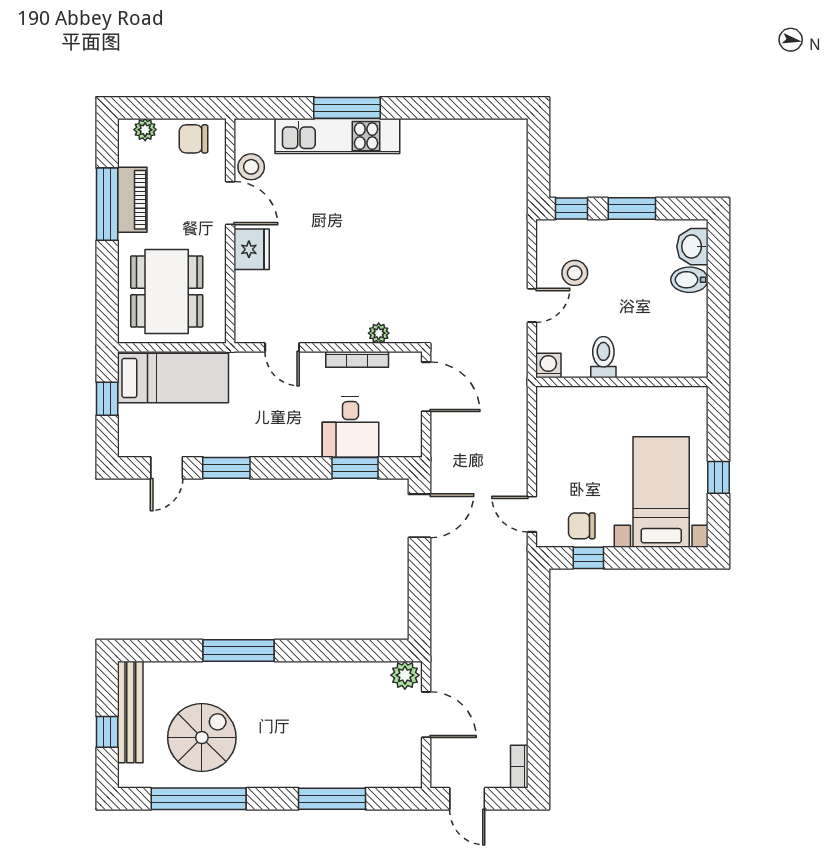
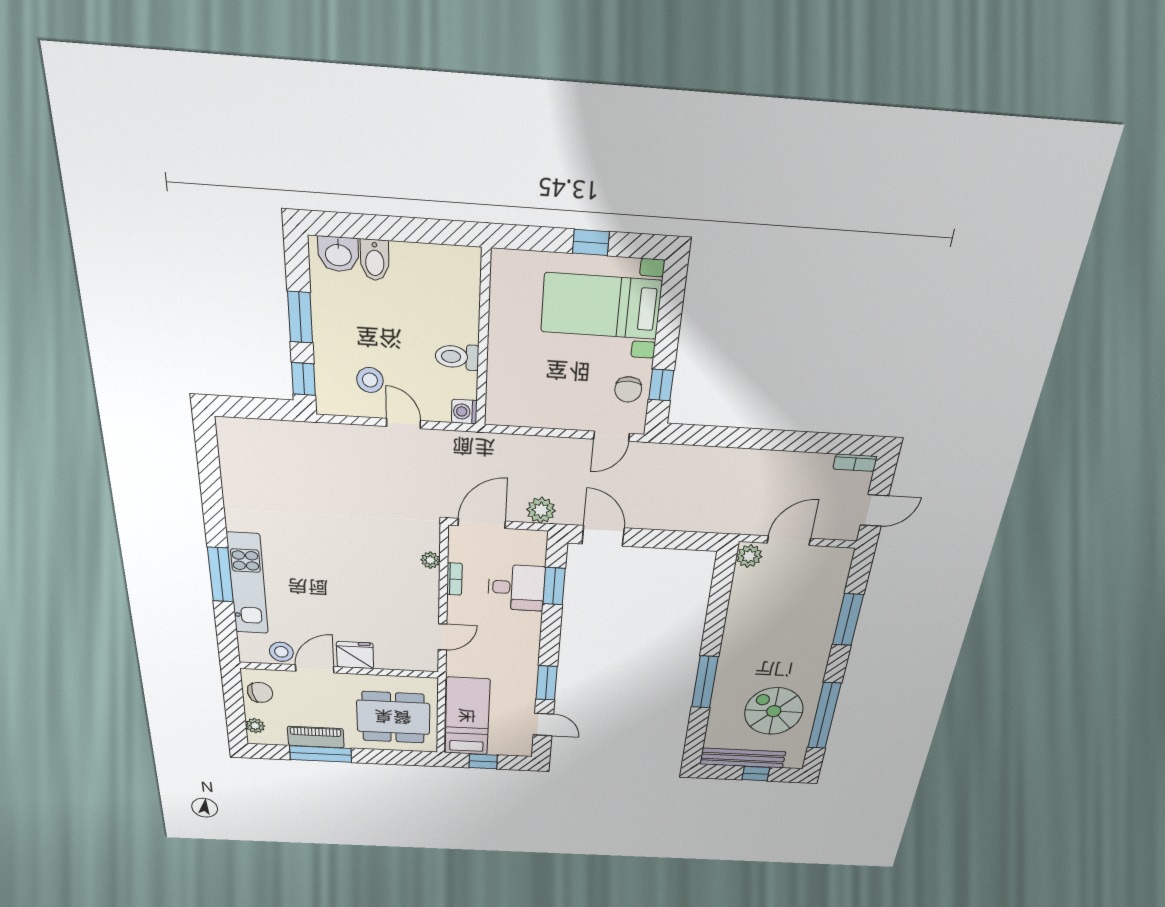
chair: (193, 139) -> (260, 692), turned -99
bookcase: (357, 359) -> (454, 579), width x0.64
plant: (445, 448) -> (541, 510), added

